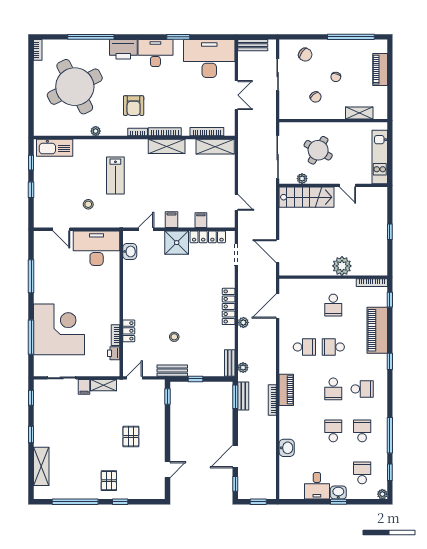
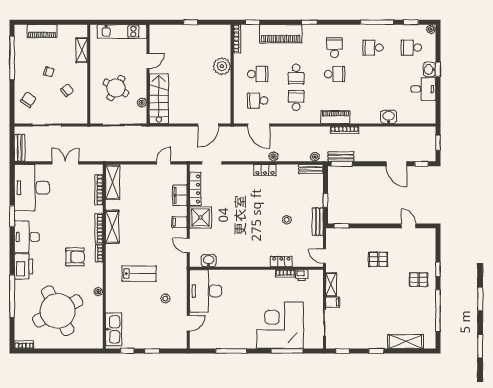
filing cabinet: (201, 220) -> (180, 195), width x2.00
locker: (229, 306) -> (265, 170), width x0.66
school desk: (333, 431) -> (258, 100), moved

